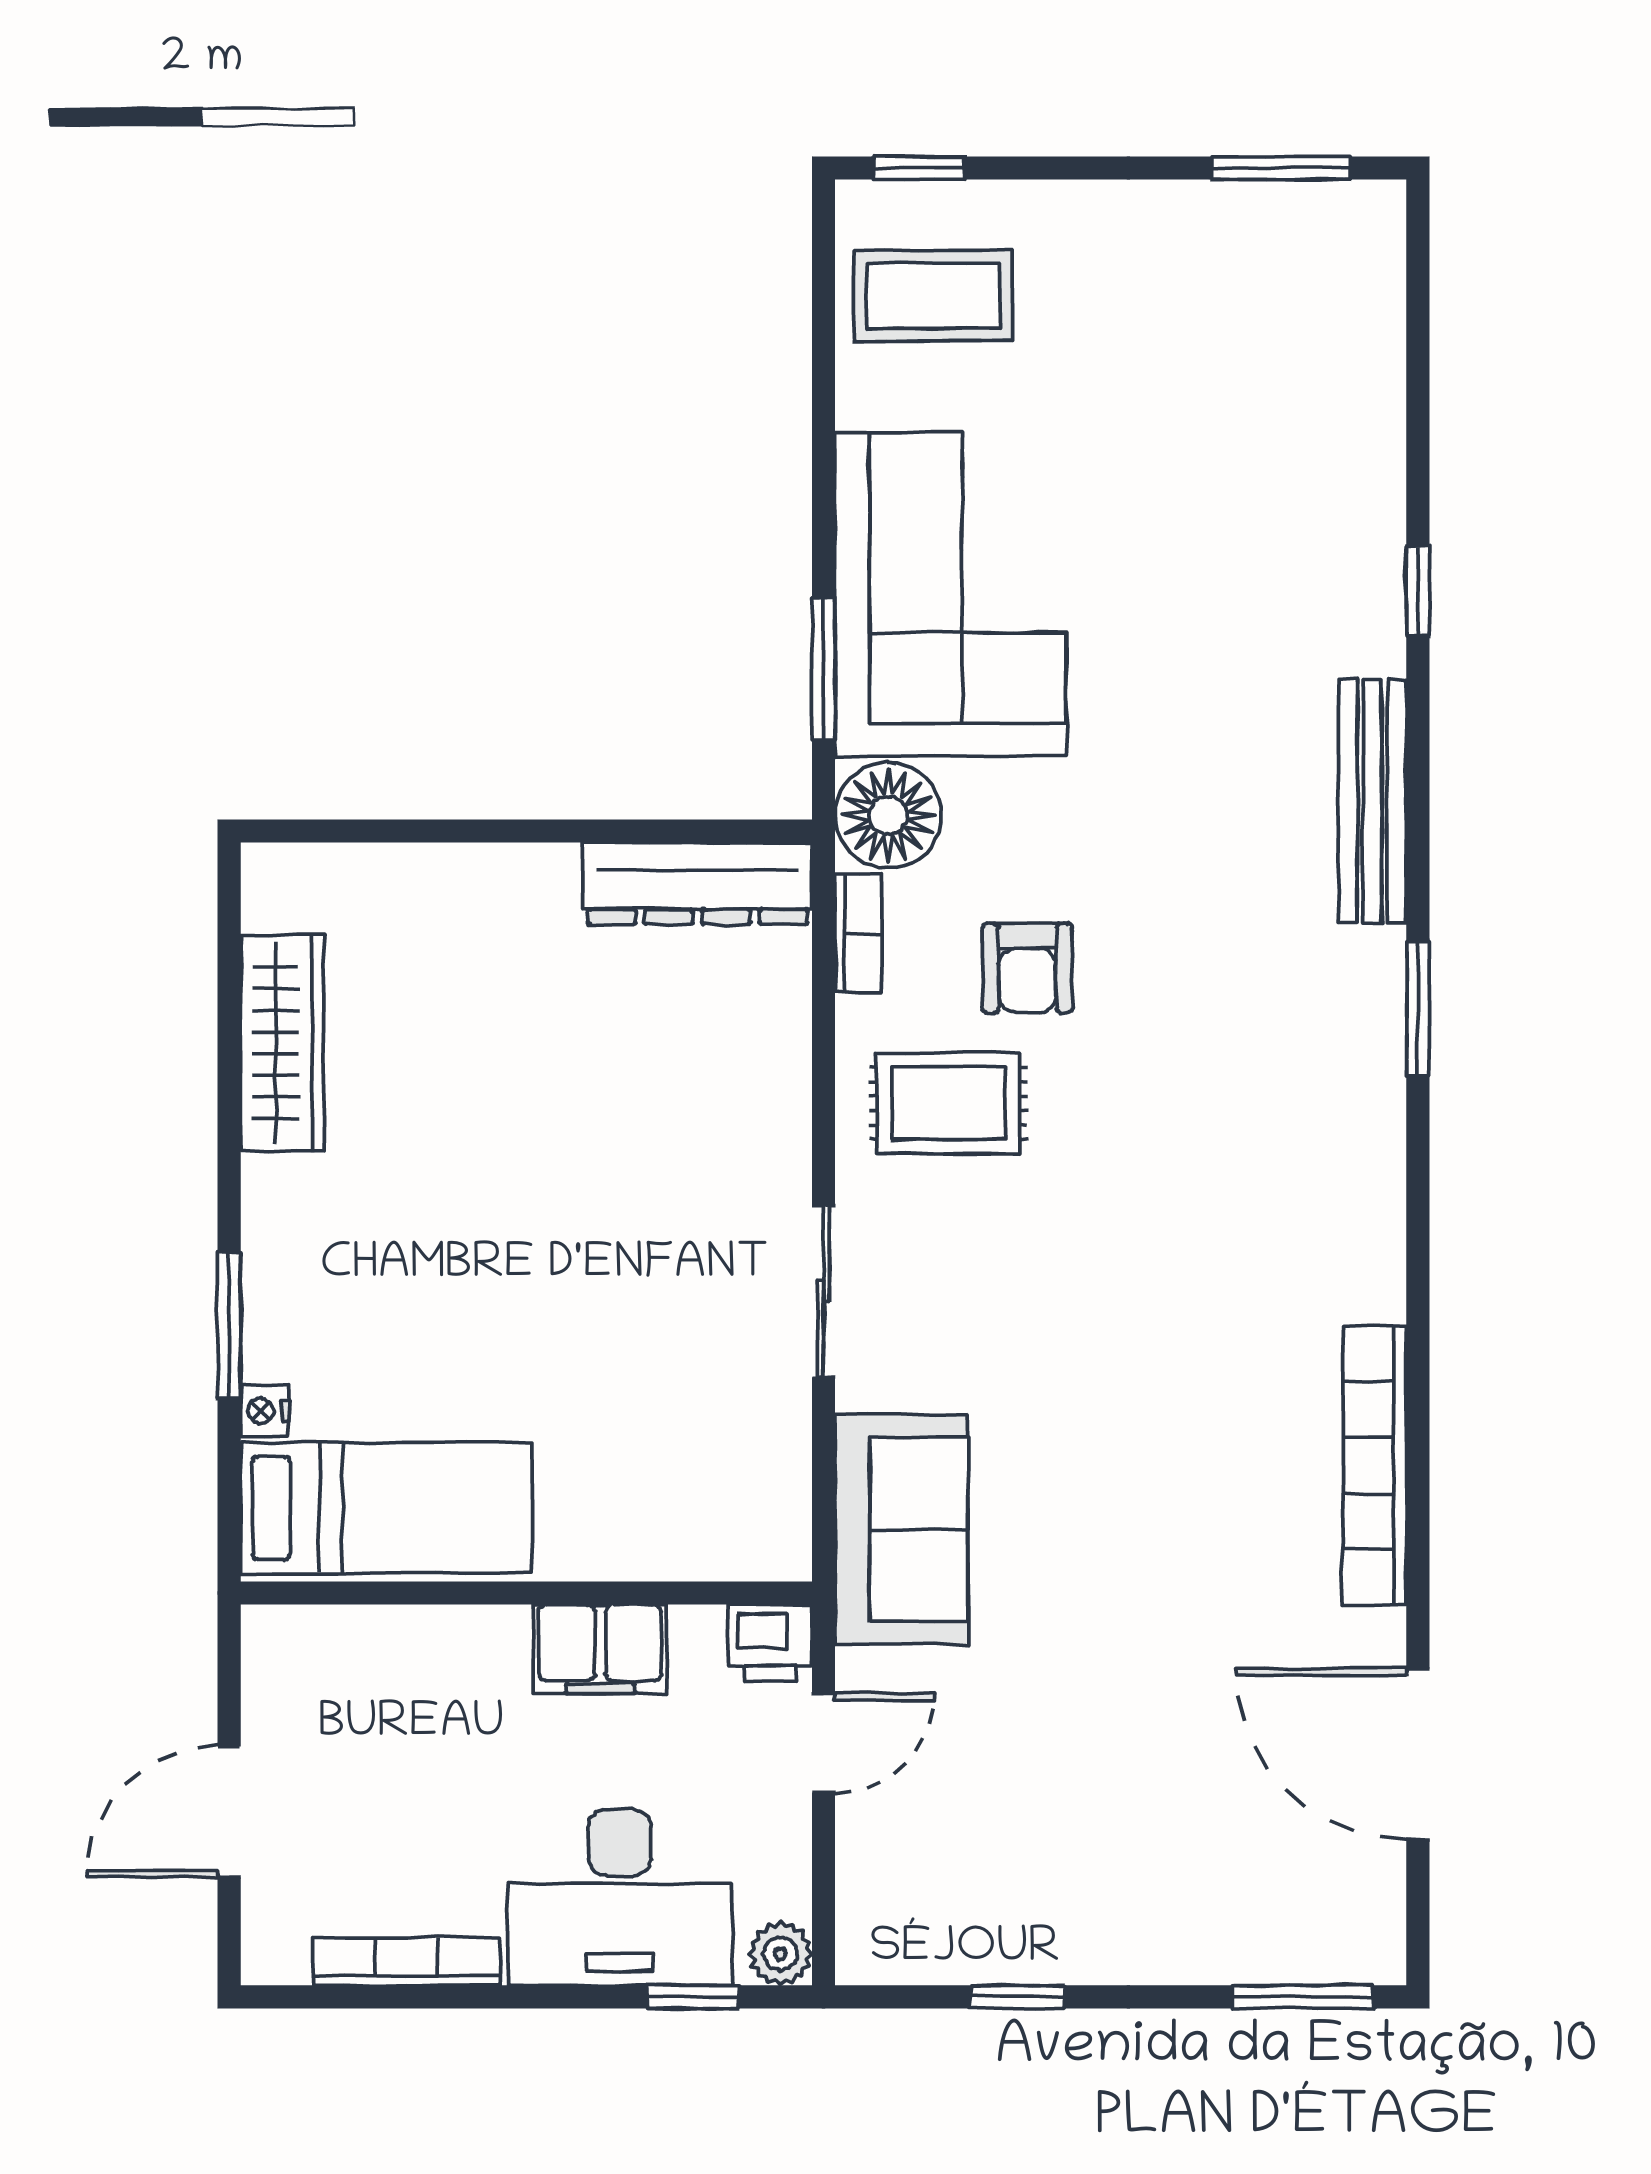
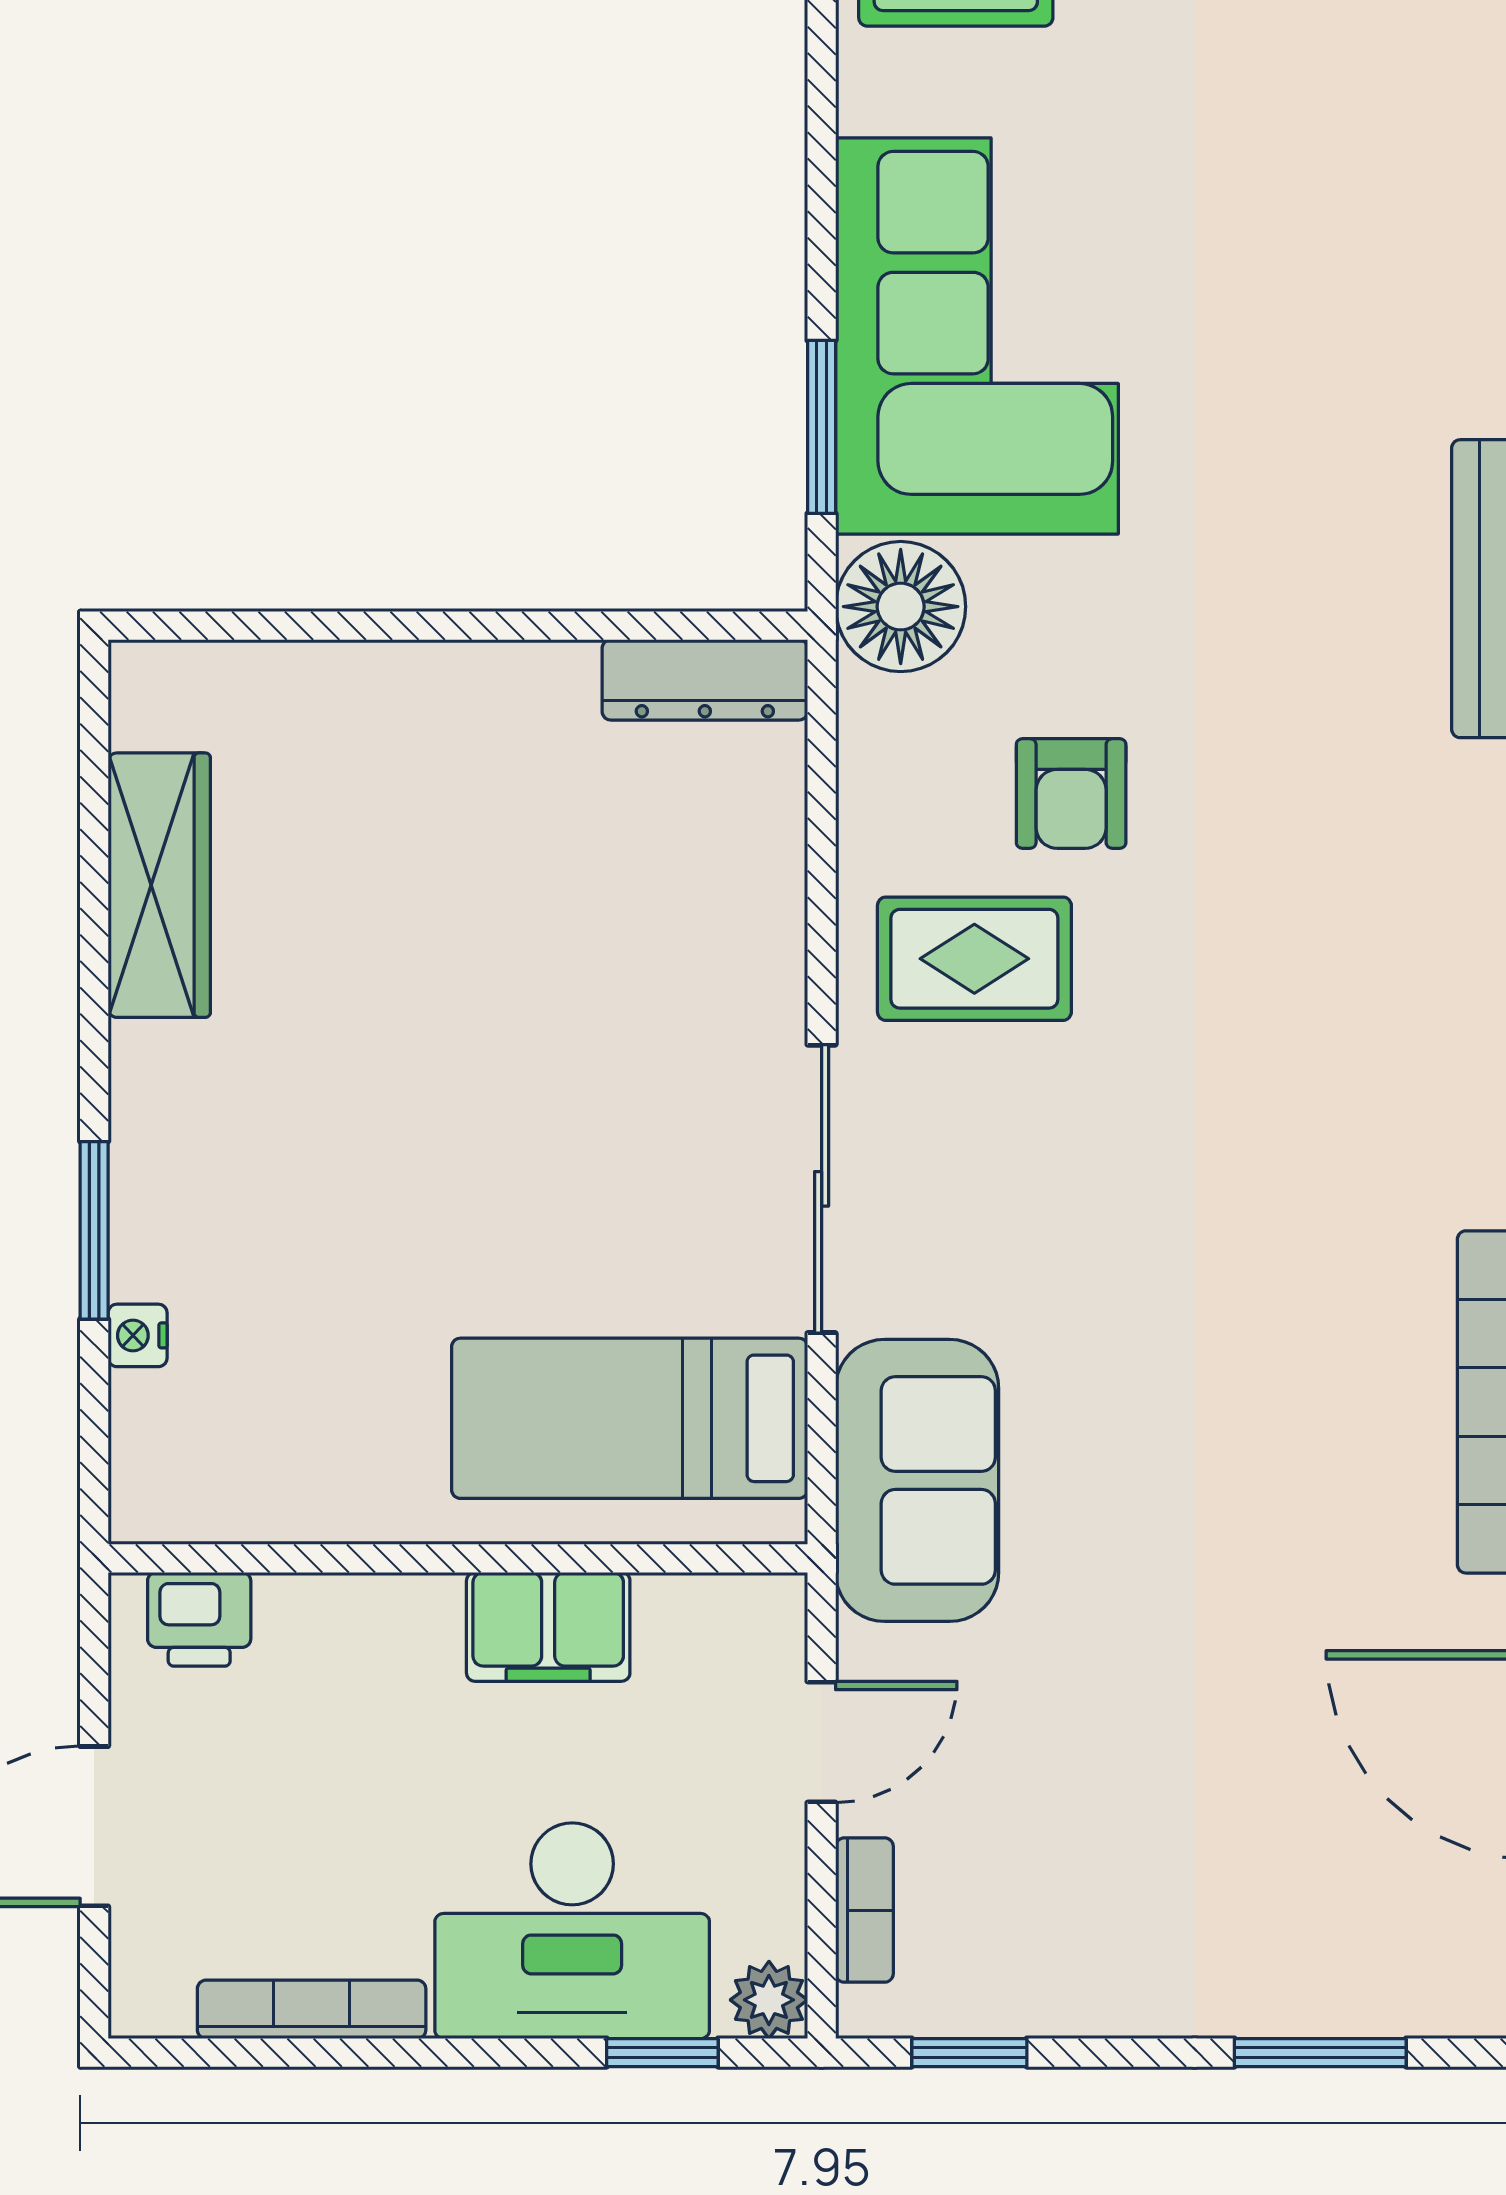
dresser: (697, 883) -> (705, 680), width x0.73, depth x0.80
bookcase: (859, 934) -> (864, 1910), moved
sliding door: (823, 1291) -> (822, 1189), width x1.37
bed: (386, 1508) -> (630, 1418), moved, turned 180
printer: (770, 1643) -> (199, 1619), moved
window: (1018, 1997) -> (969, 2053), moved
window: (1303, 1997) -> (1320, 2053), moved

